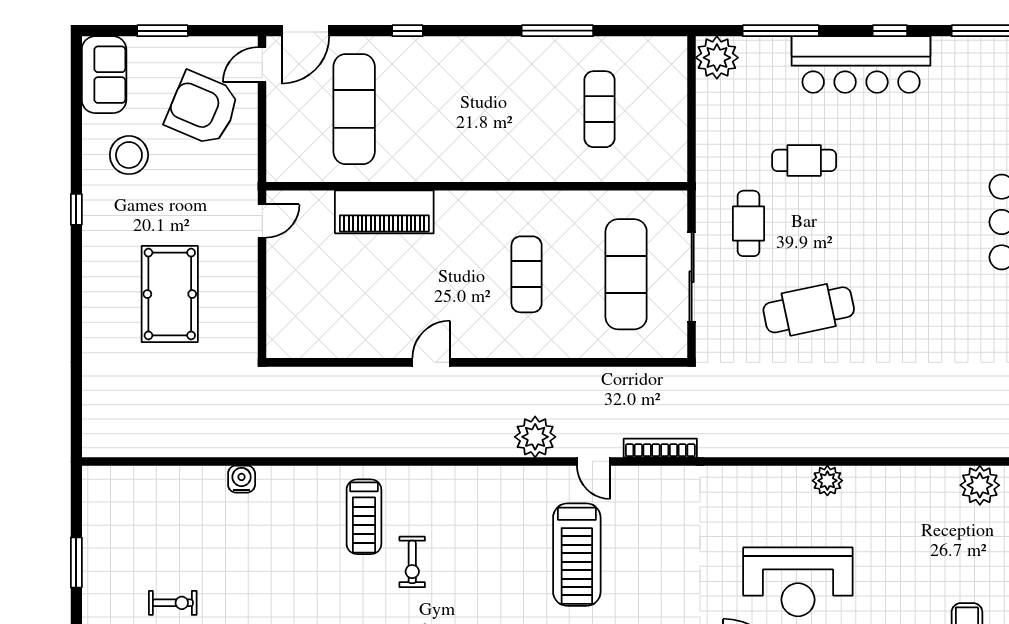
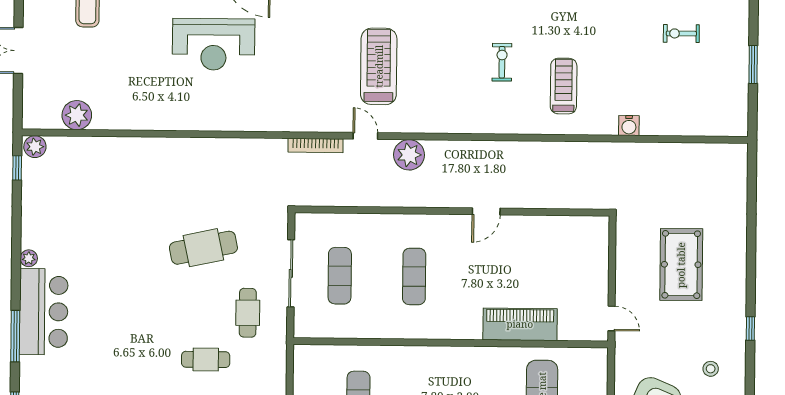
stool: (129, 155) -> (711, 369), width x0.53, depth x0.53
door: (262, 221) -> (612, 318), swing flipped
exercise mat: (626, 274) -> (340, 276), width x0.73, depth x0.69
plant: (827, 481) -> (191, 120), removed
treadmill: (364, 517) -> (564, 86), moved
reception desk: (798, 582) -> (214, 44), turned 180

